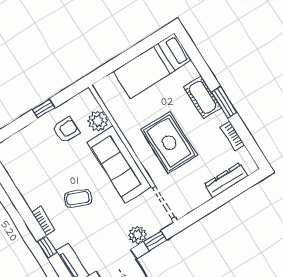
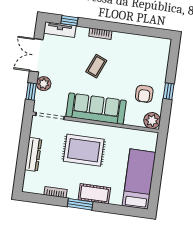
plant: (98, 121) -> (152, 121), moved
dresser: (226, 180) -> (33, 154), moved
window: (47, 247) -> (69, 21), moved

